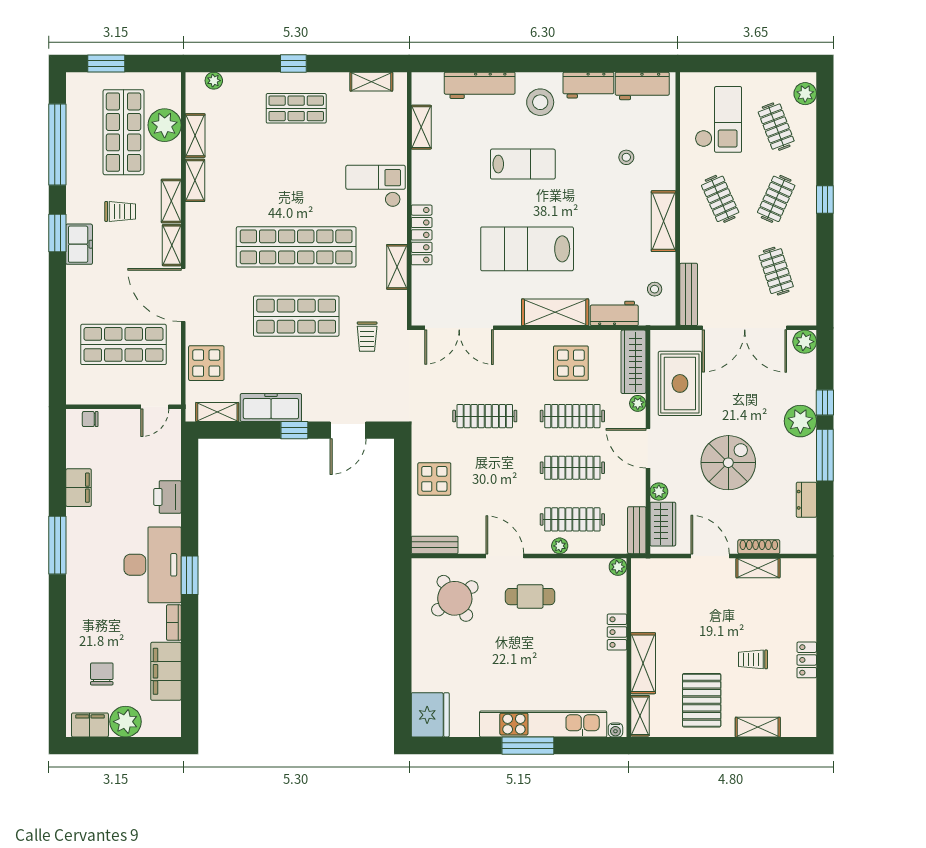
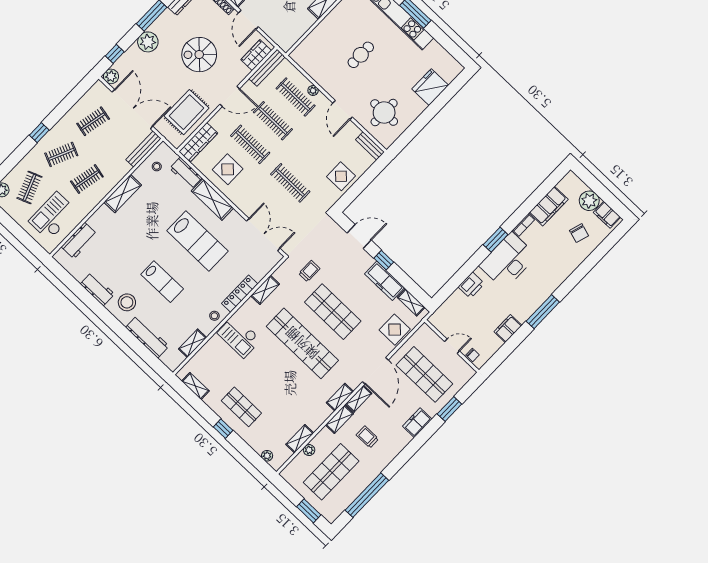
workbench: (642, 86) -> (79, 241), moved, turned 90
plant: (165, 125) -> (309, 450), width x0.53, depth x0.53
stool: (626, 157) -> (214, 316), moved
lab bench: (523, 164) -> (162, 282), turned 180
shelving: (195, 180) -> (340, 397), moved
clothes rail: (720, 199) -> (87, 179), turned 36
window: (57, 233) -> (449, 409), moved
freezer: (79, 244) -> (417, 423), moved
clothes rail: (776, 271) -> (93, 121), turned 30
window: (825, 402) -> (115, 54), moved
plant: (638, 403) -> (215, 121), removed
door: (155, 407) -> (452, 346), moved
door: (648, 448) -> (230, 96), hinge flipped
plant: (659, 492) -> (244, 72), removed
bench: (637, 530) -> (267, 68), width x1.36
plant: (618, 567) -> (295, 55), removed
cafe table: (530, 597) -> (361, 55), moved, turned 90
round table: (455, 598) -> (384, 113), turned 34
locker: (617, 632) -> (325, 26), removed
chair: (102, 674) -> (579, 233), turned -73
fridge: (430, 715) -> (430, 87), moved

